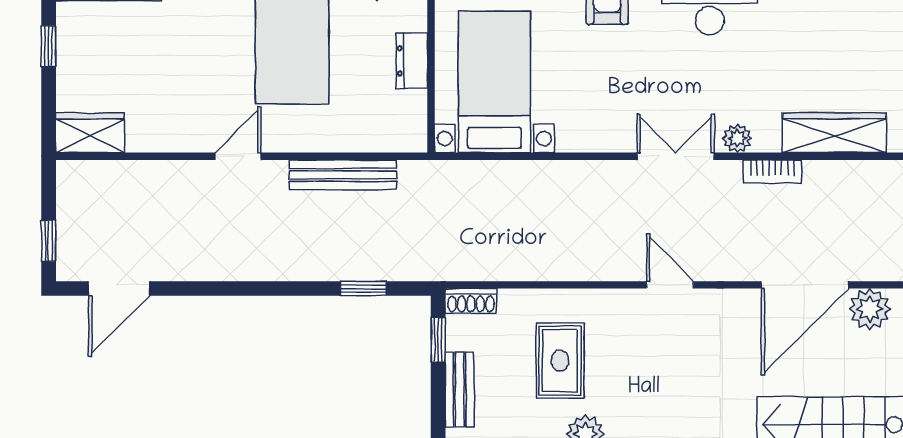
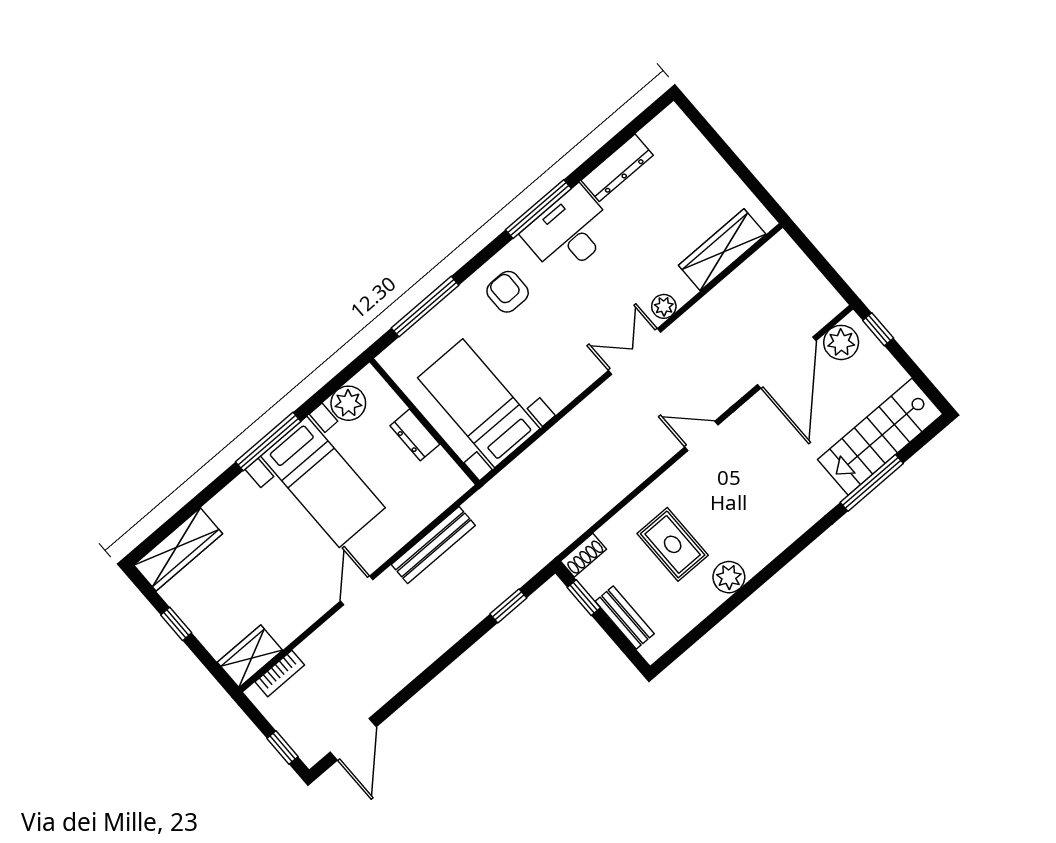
bookcase: (772, 172) -> (280, 673), moved

